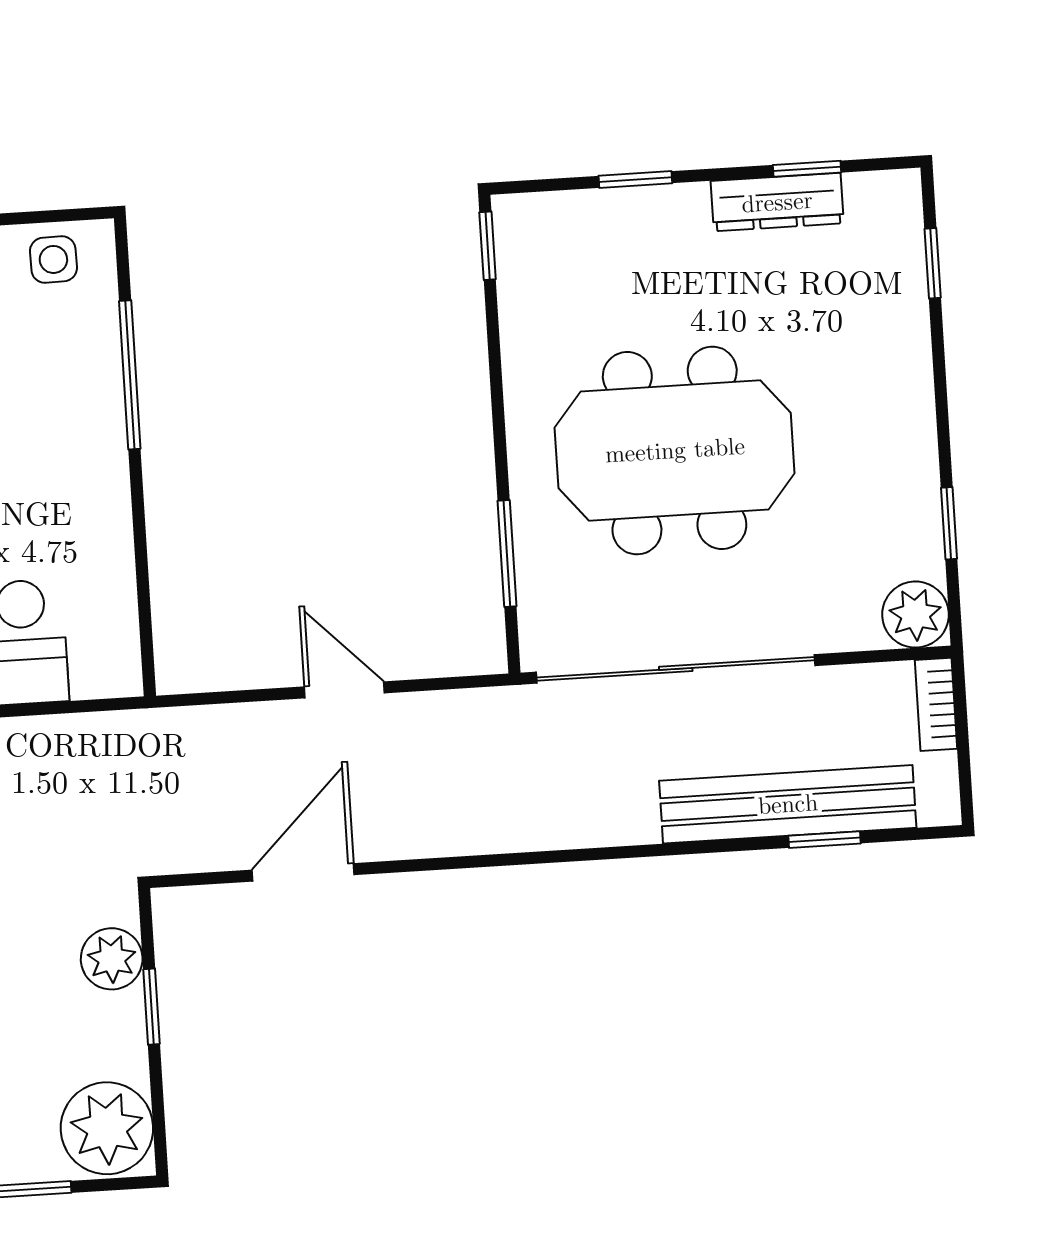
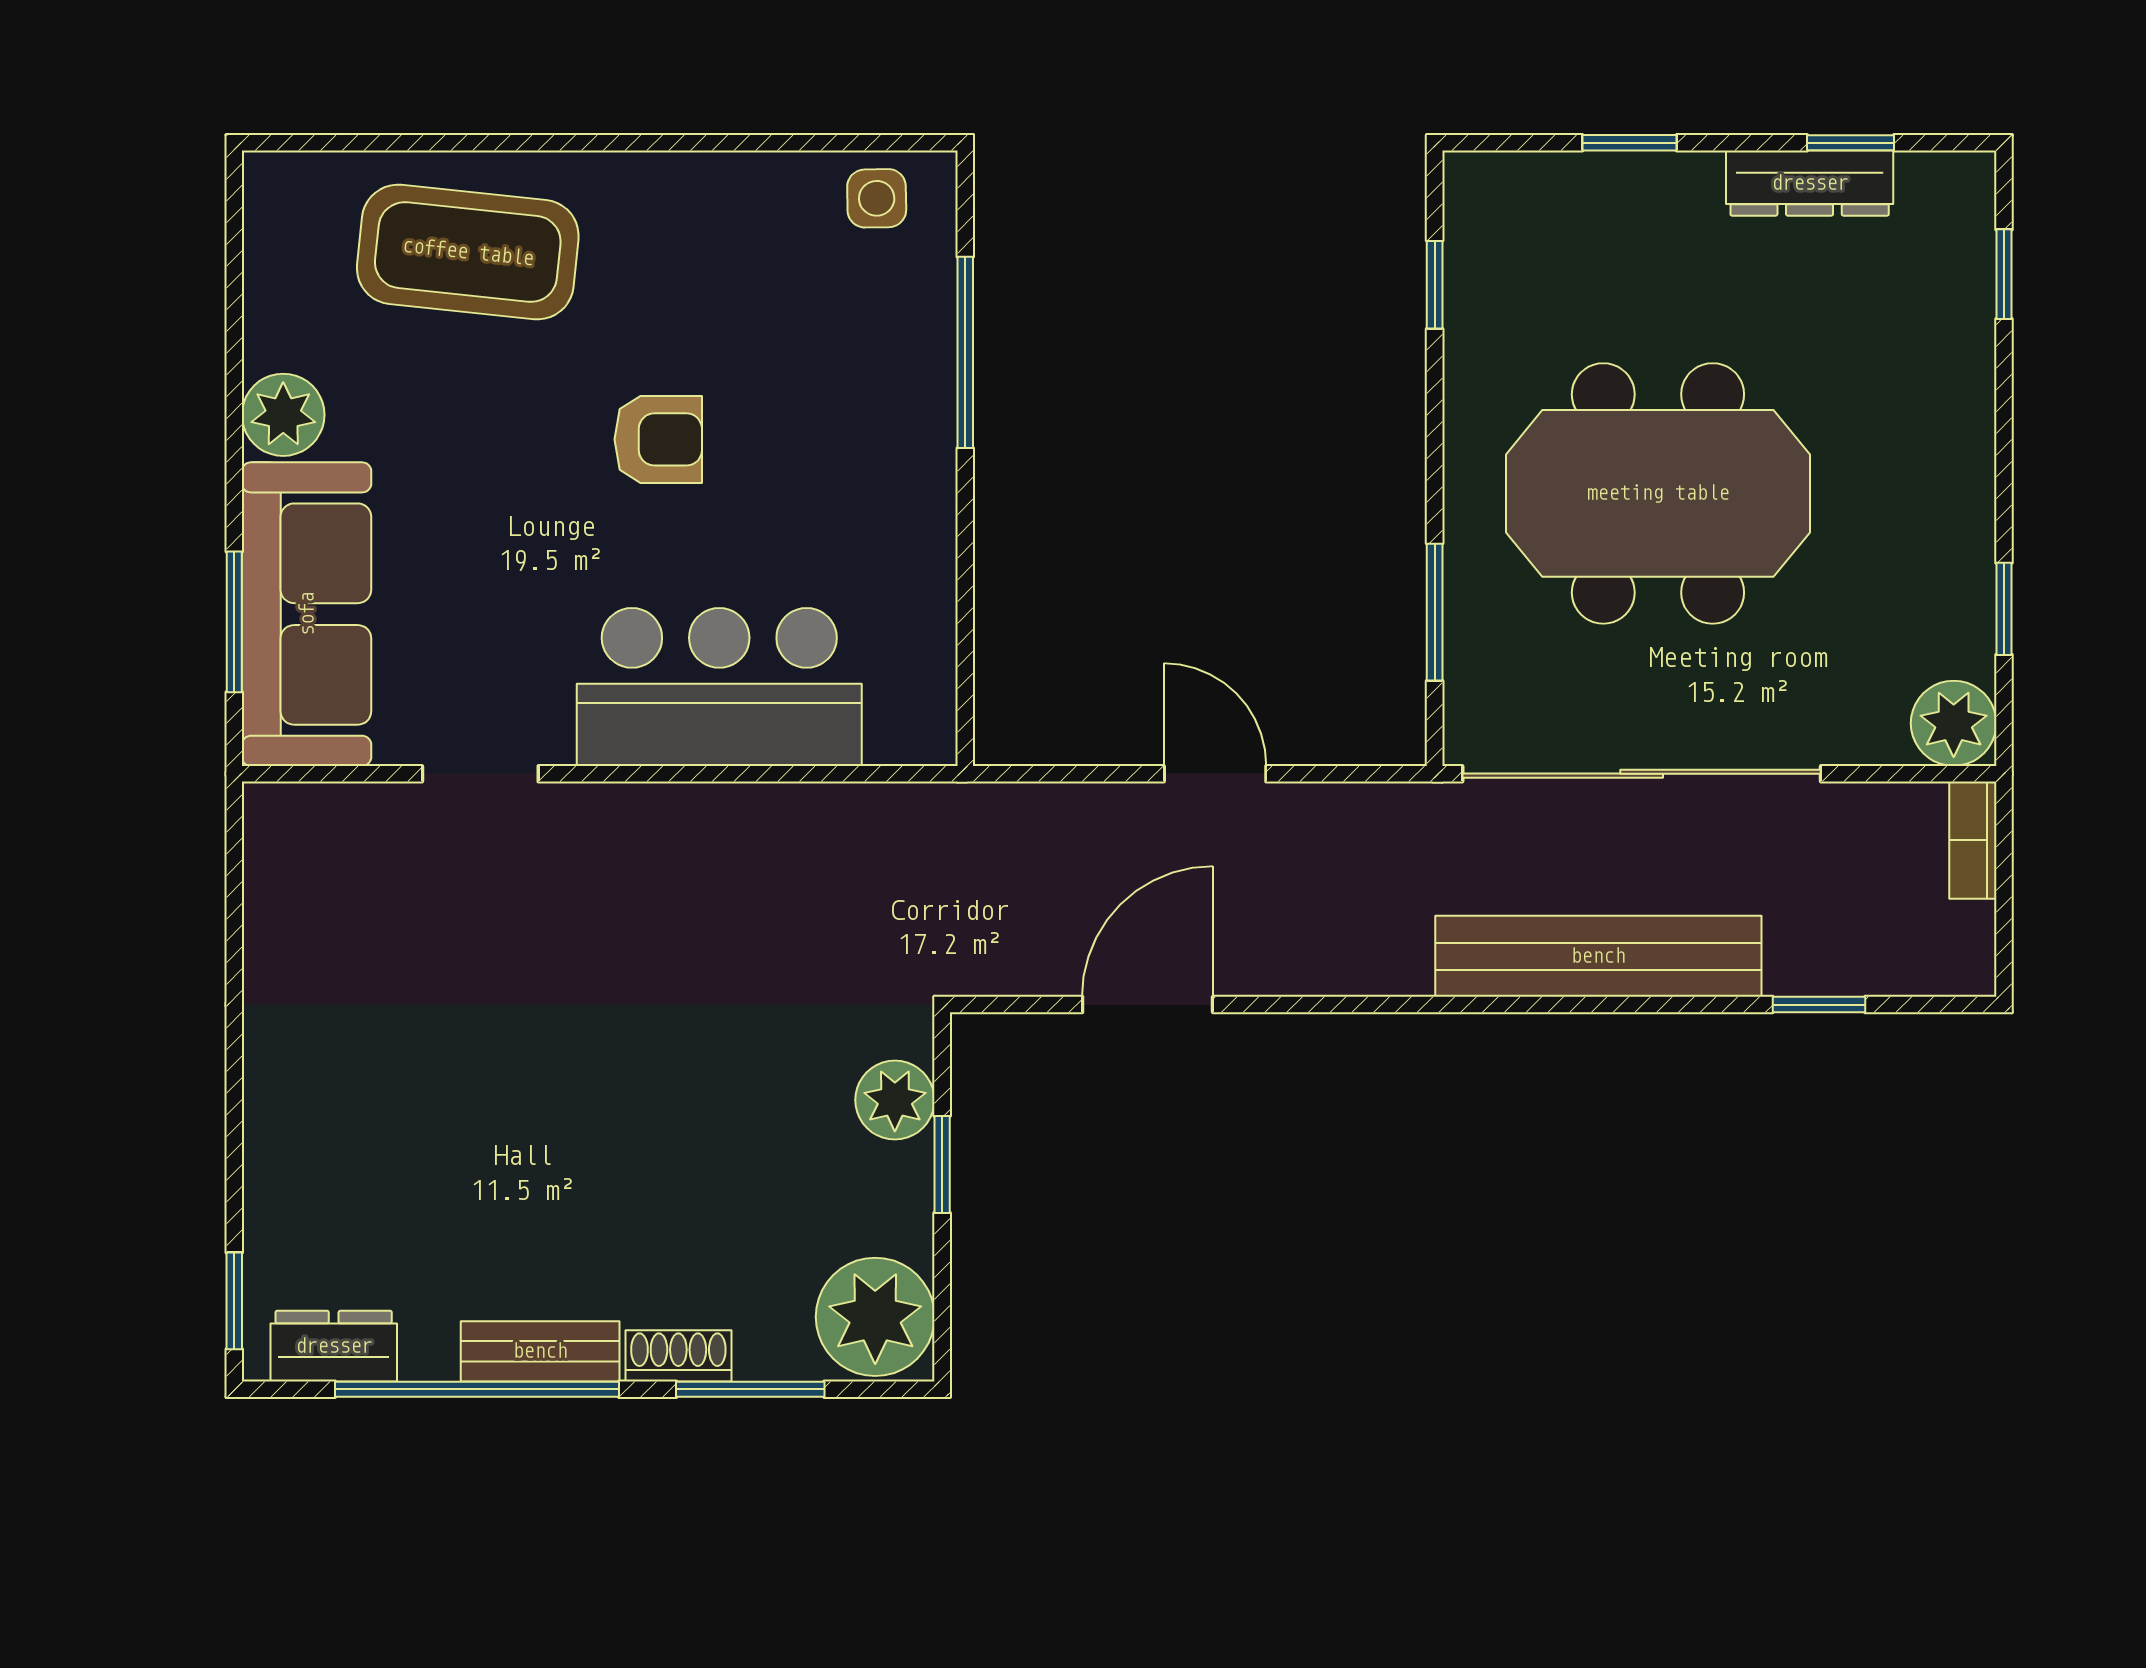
window: (488, 246) -> (1435, 285), moved
bench: (788, 804) -> (1598, 956), moved

